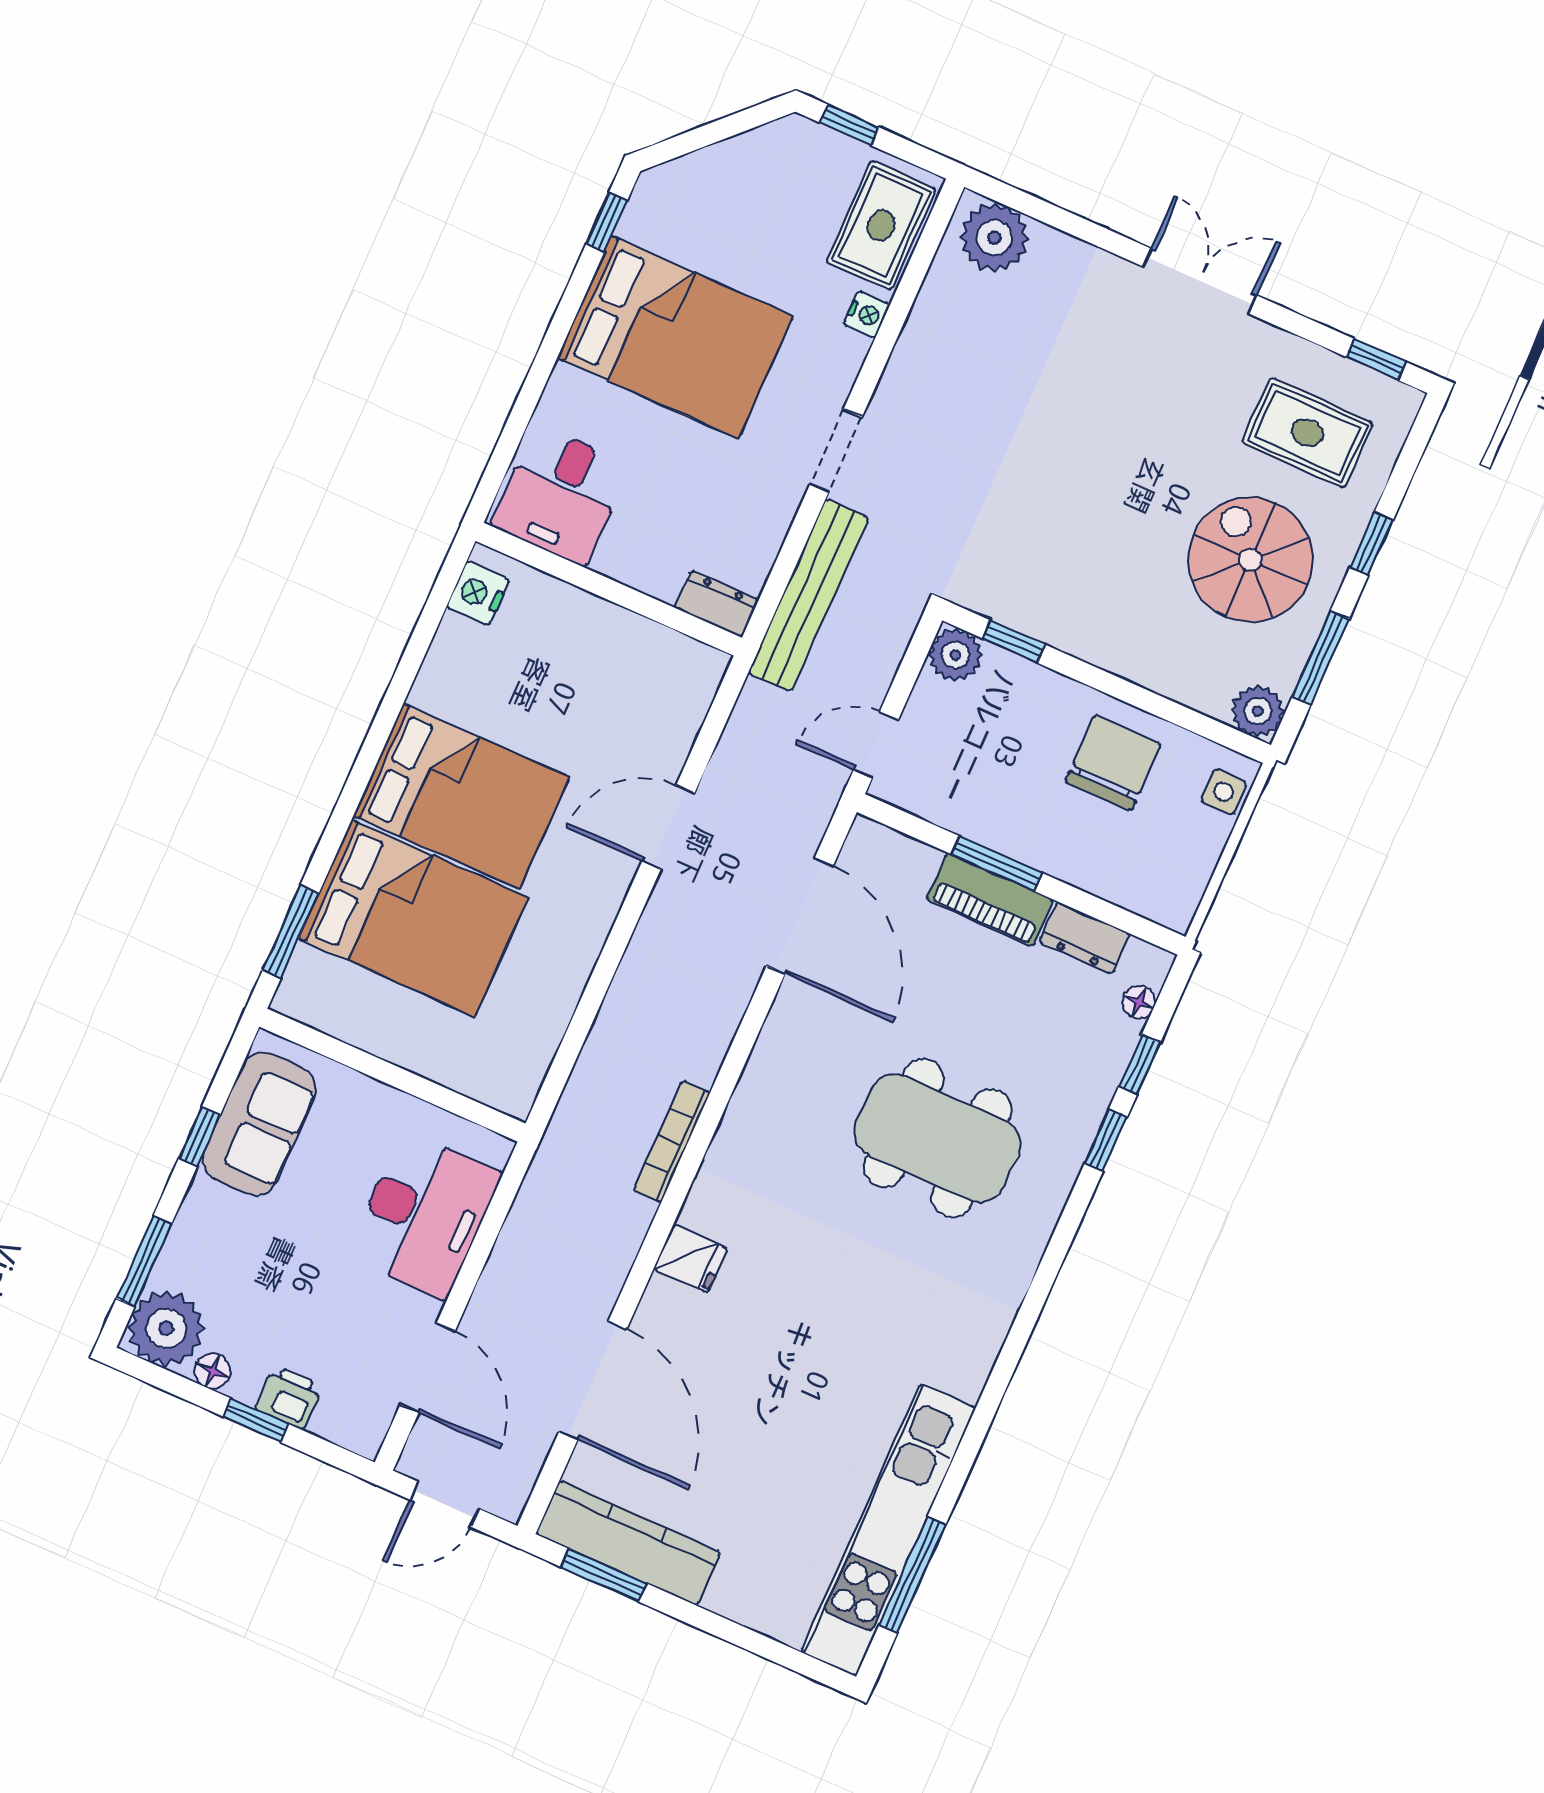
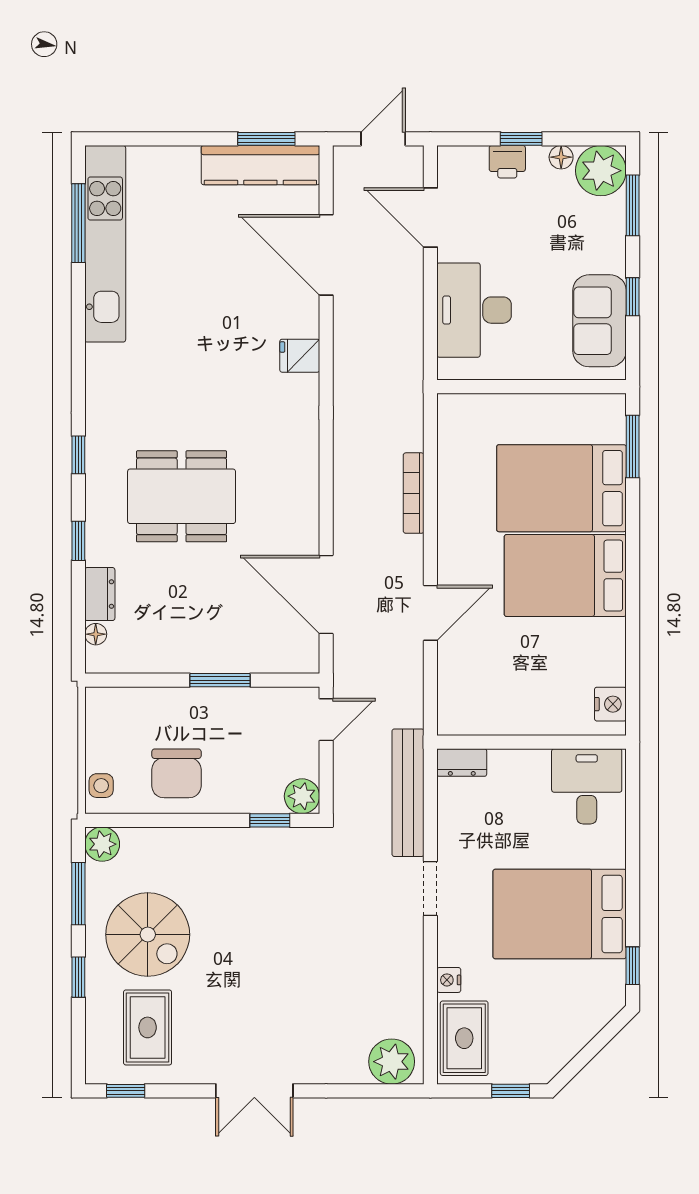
rug: (1307, 433) -> (148, 1027), turned 90
piano: (990, 900) -> (215, 656), removed
dresser: (1084, 938) -> (100, 594), moved, turned 90
window: (1140, 1064) -> (78, 455), moved
bookcase: (672, 1141) -> (414, 493), moved, turned 180

